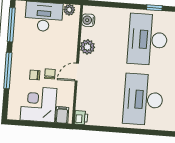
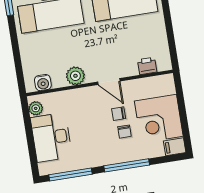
filing cabinet: (62, 115) -> (175, 147), moved
printer: (81, 118) -> (147, 66), moved

